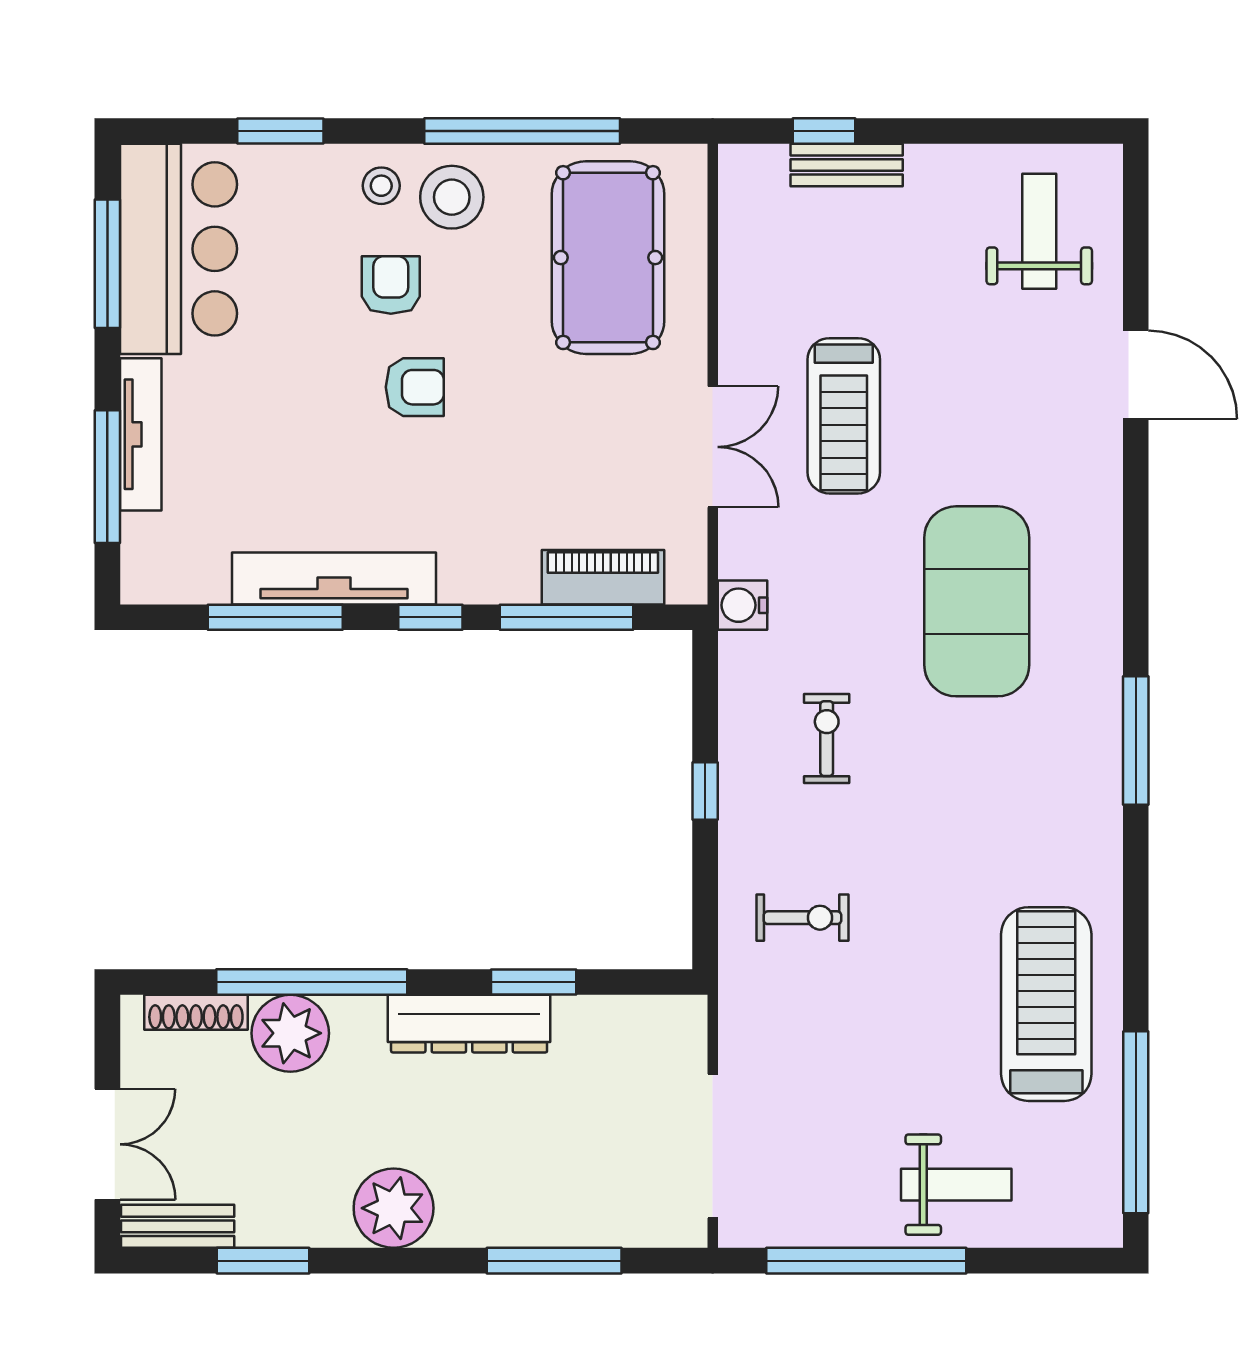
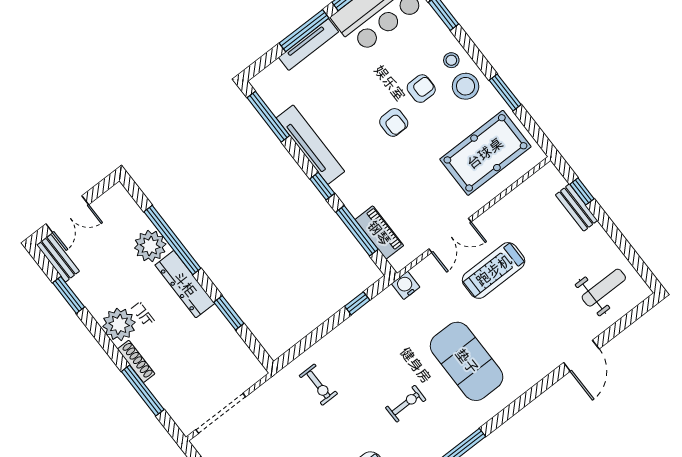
window: (522, 131) -> (505, 92), width x0.47
window: (107, 477) -> (304, 31), moved
exercise mat: (977, 601) -> (467, 361), turned 90
window: (275, 617) -> (268, 117), moved
exercise bike: (827, 739) -> (406, 404), moved
window: (705, 791) -> (357, 303), moved
shoe rack: (196, 1012) -> (136, 361), moved, turned 180
dresser: (469, 1024) -> (185, 284), moved

